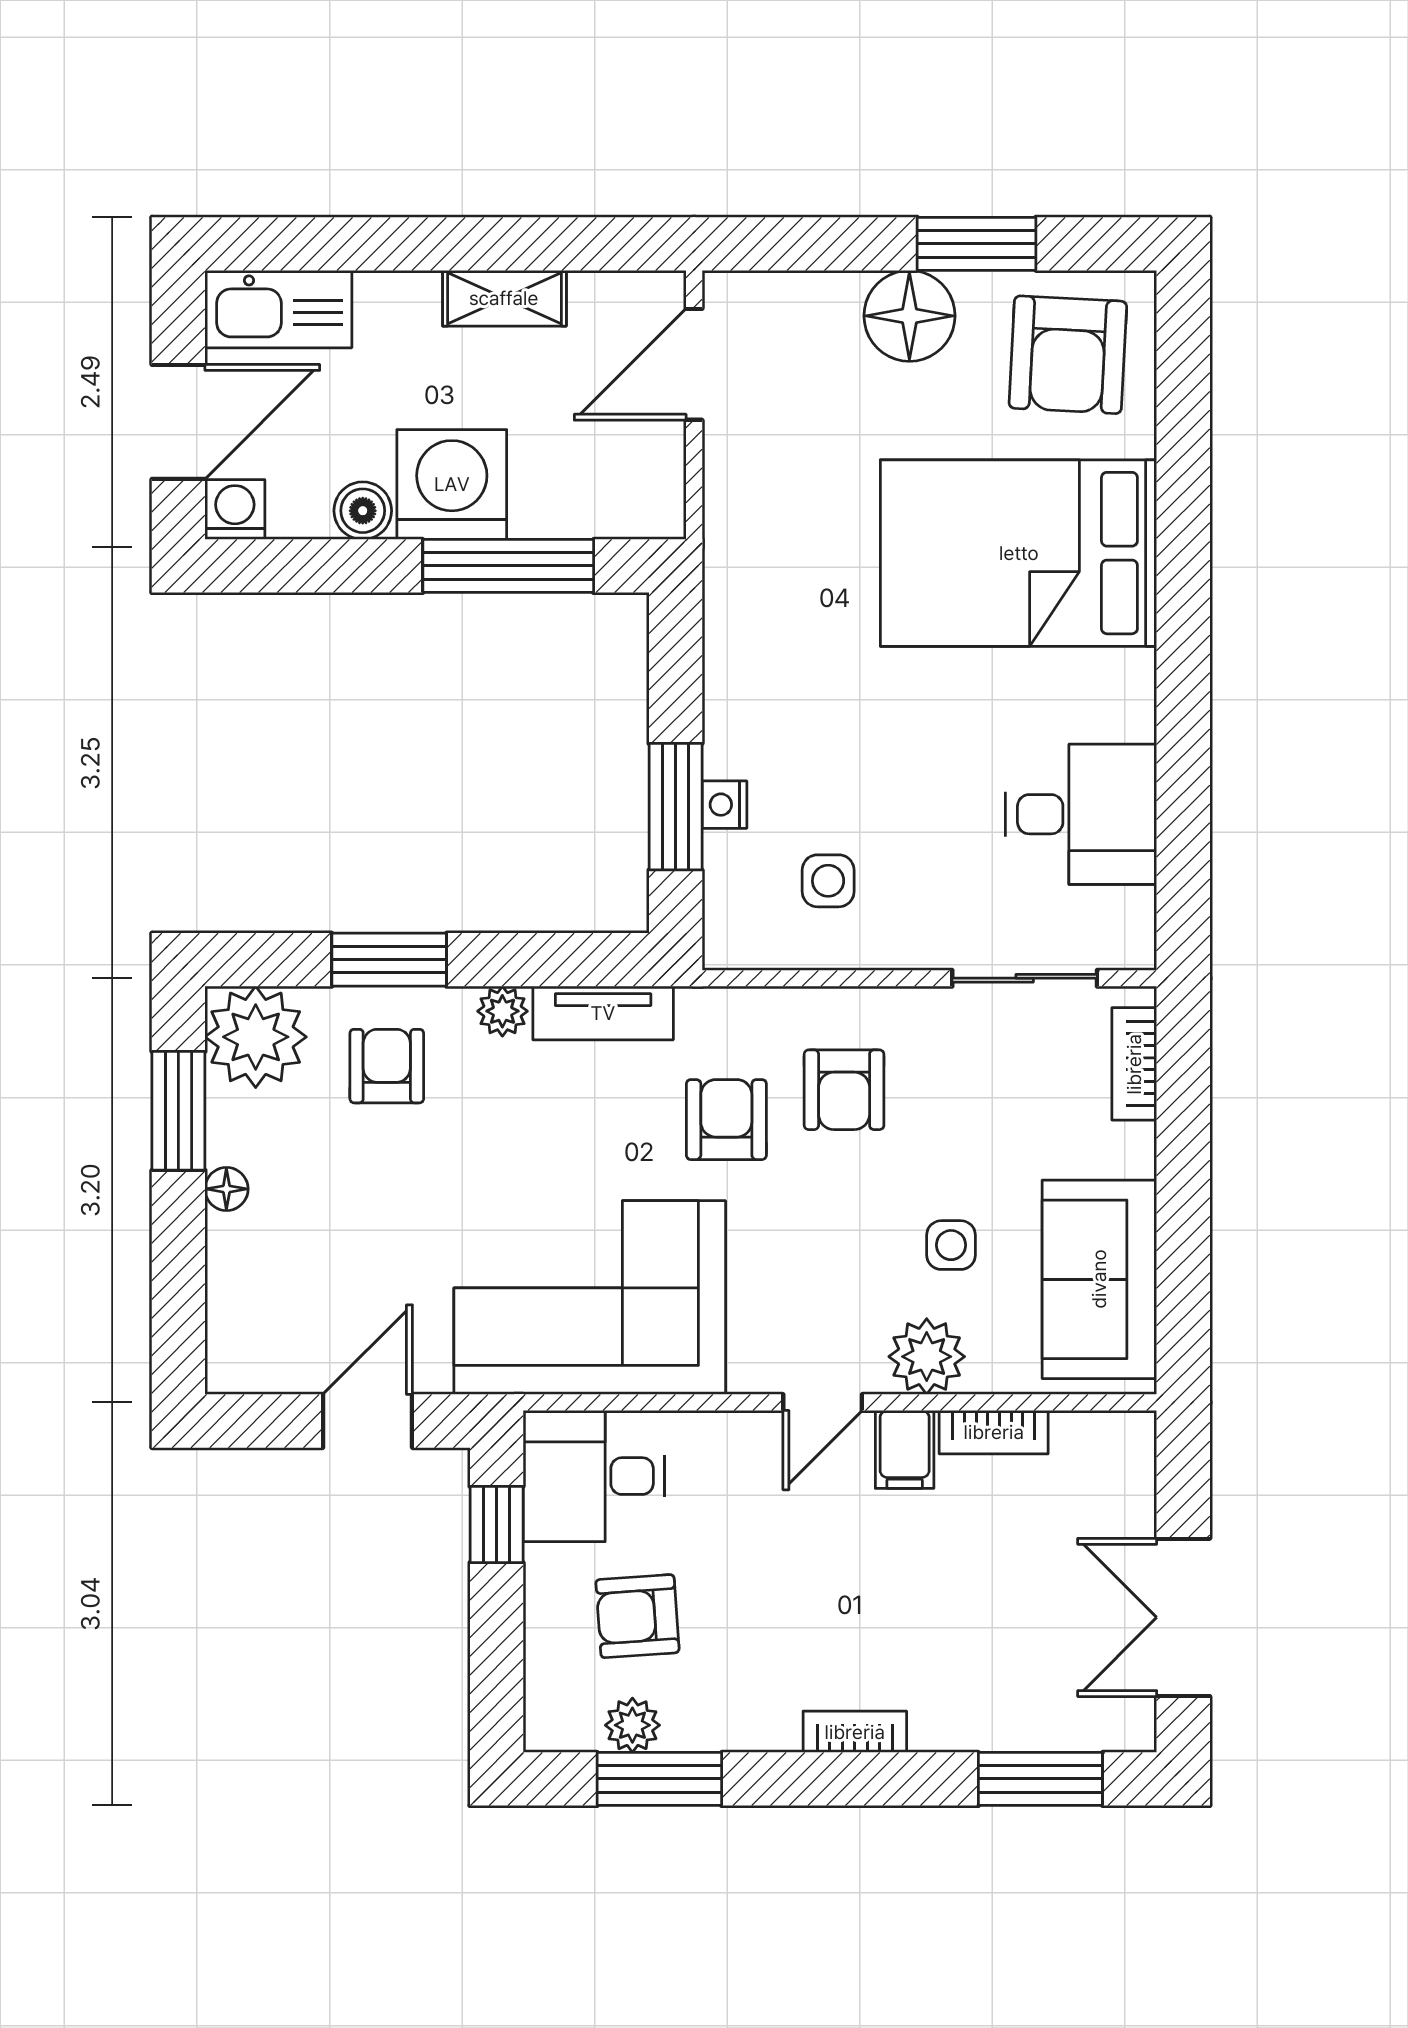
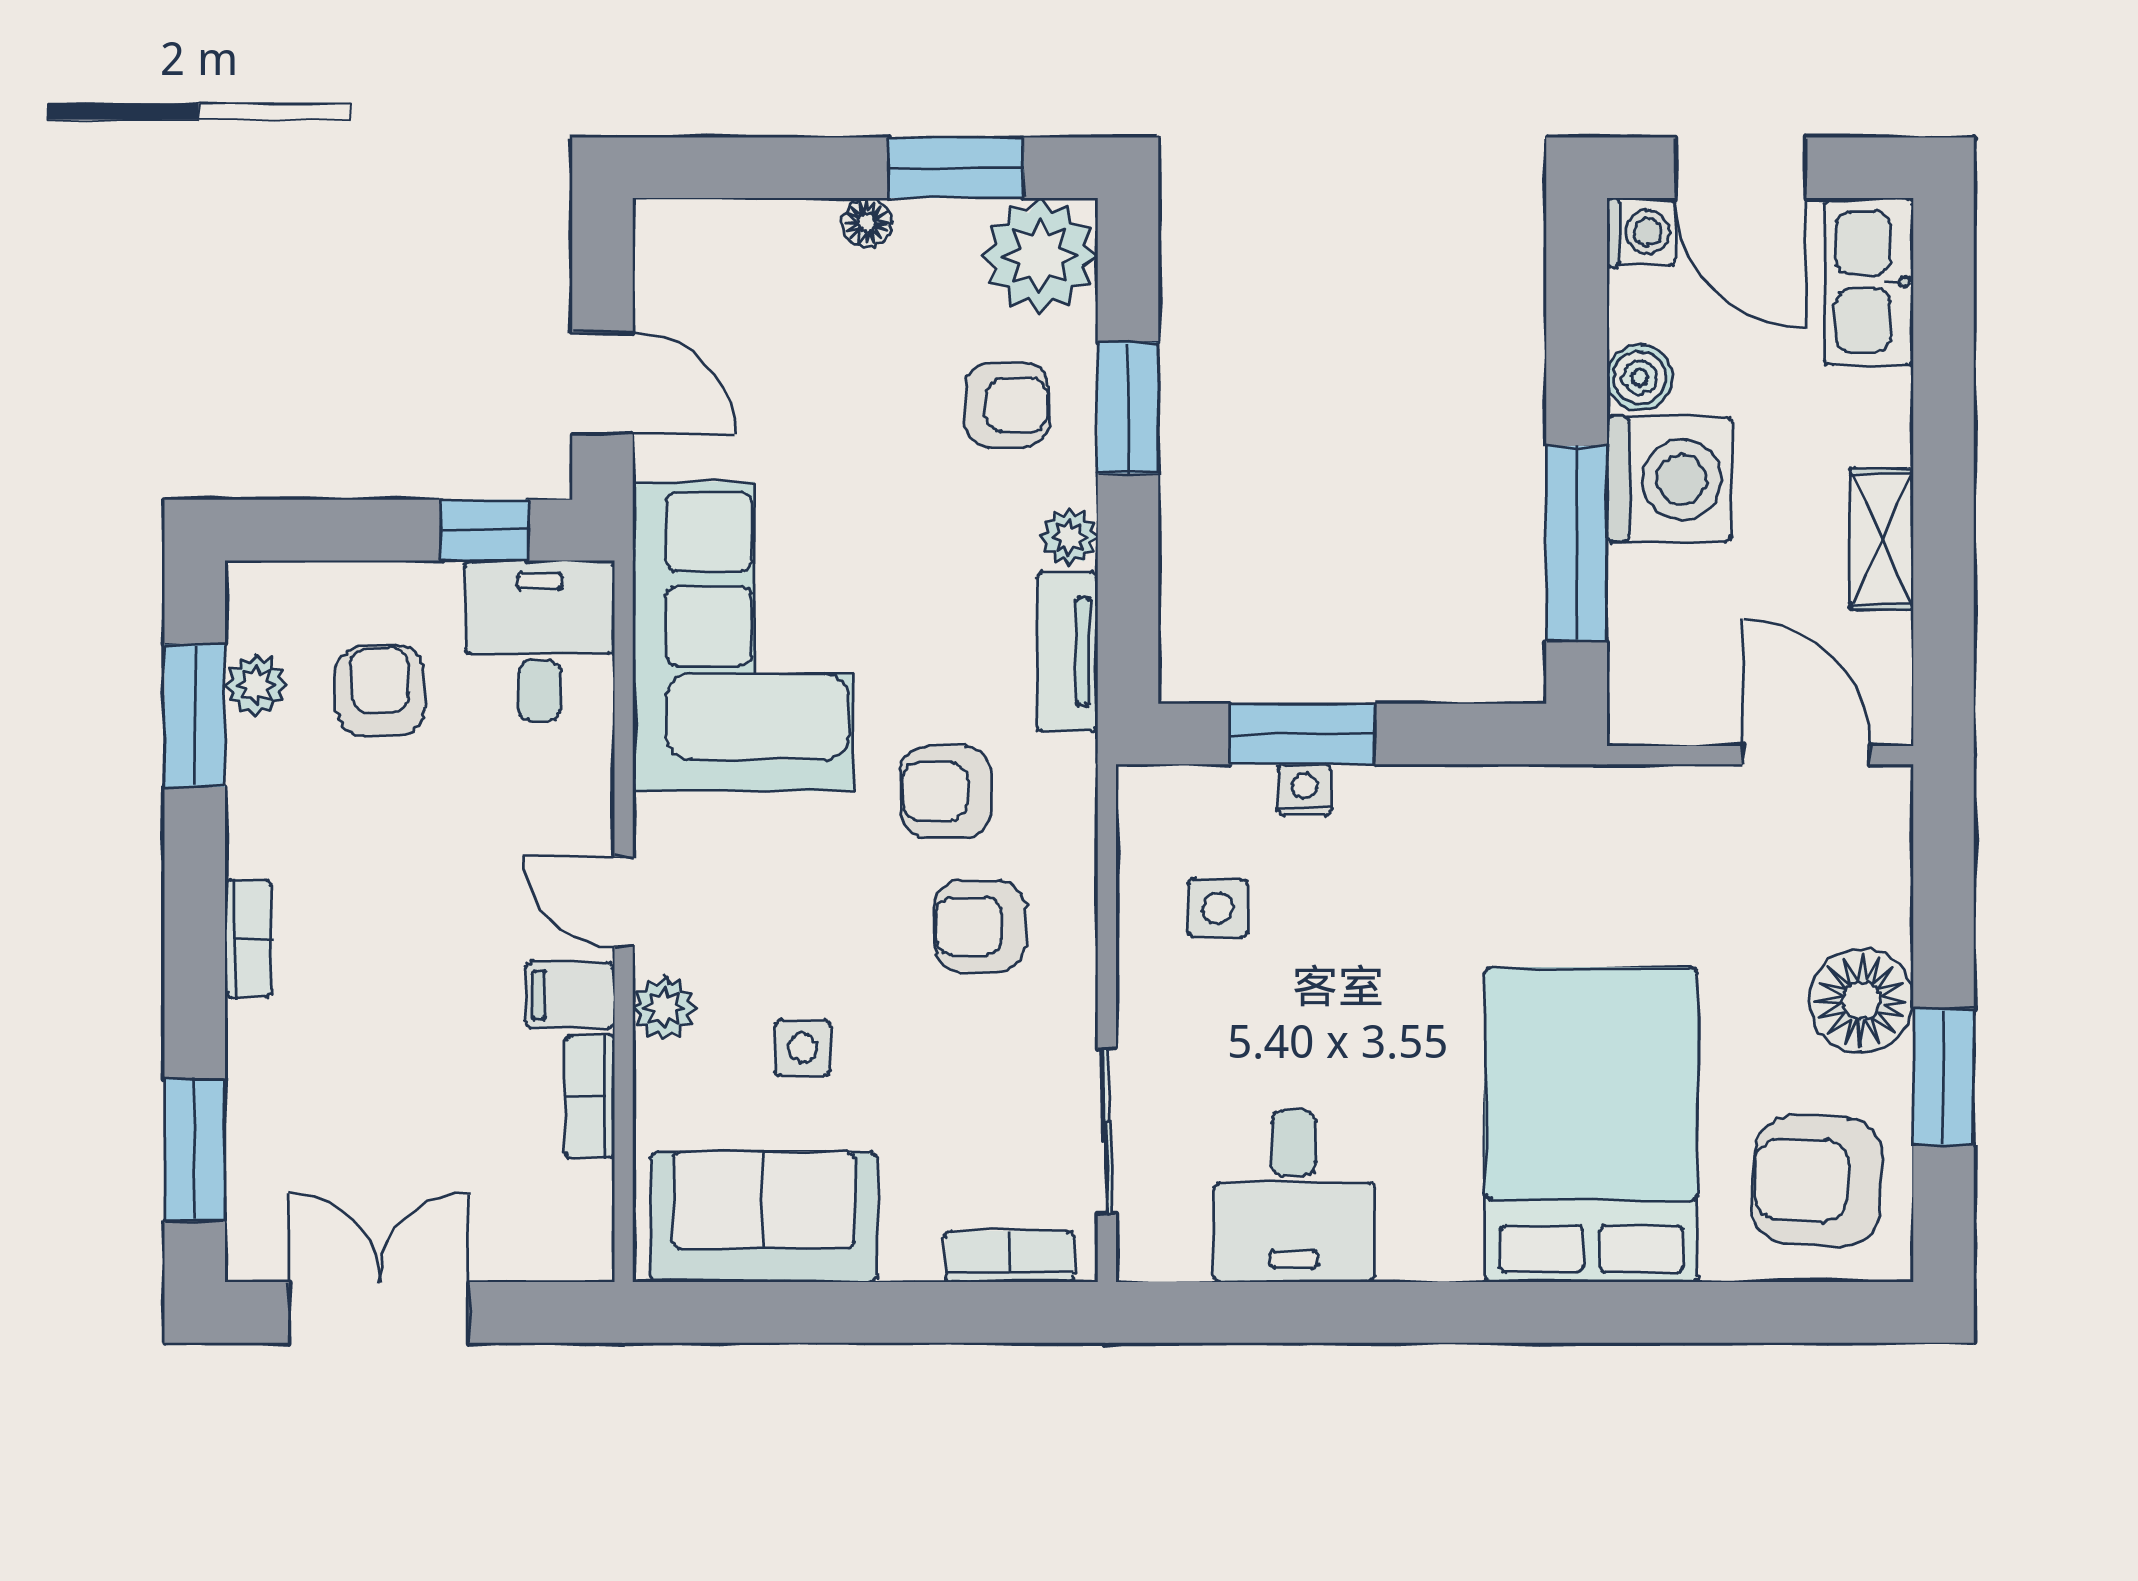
armchair: (726, 1120) -> (946, 792), turned 180
plant: (927, 1357) -> (664, 1008), width x0.73, depth x0.73

